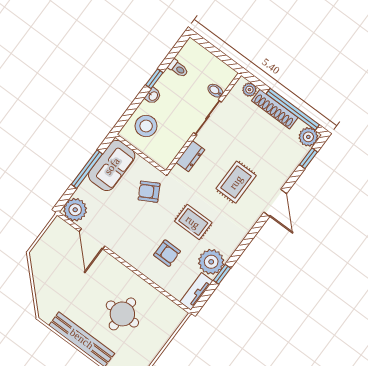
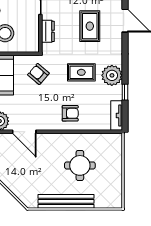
armchair: (149, 192) -> (38, 74), turned 70
armchair: (167, 253) -> (70, 113), moved
plant: (211, 262) -> (112, 75), moved

